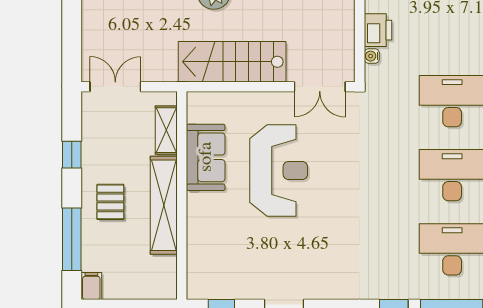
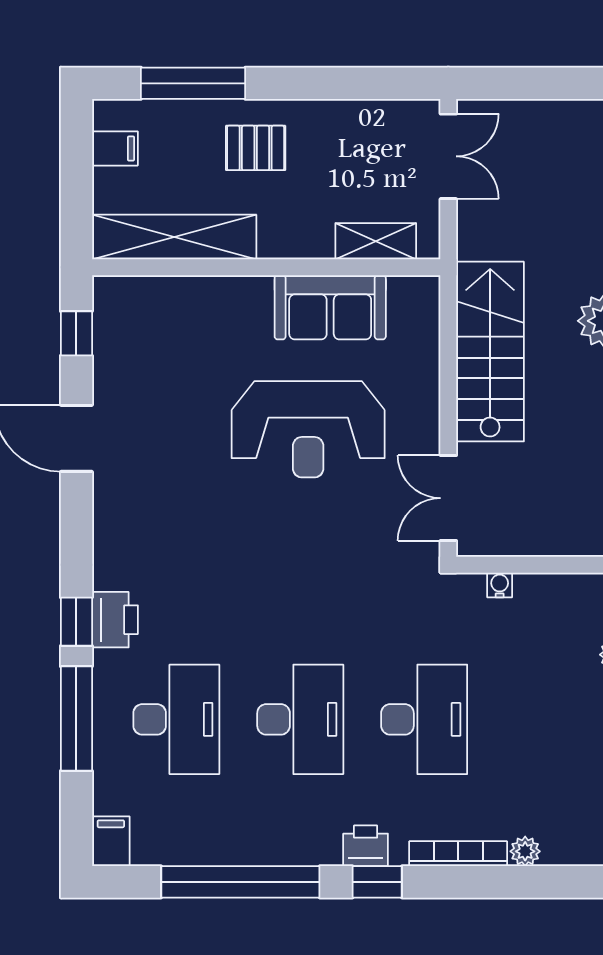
printer: (378, 30) -> (115, 620), moved, turned -90
window: (72, 155) -> (335, 83), removed
shelving: (164, 205) -> (174, 237), moved
filing cabinet: (91, 286) -> (115, 148), moved

